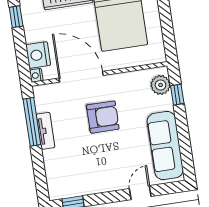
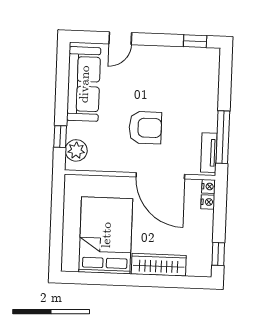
nightstand: (38, 55) -> (208, 202), width x0.53, depth x0.56
armchair: (103, 117) -> (145, 128), turned 180
tv unit: (46, 131) -> (209, 153), moved

